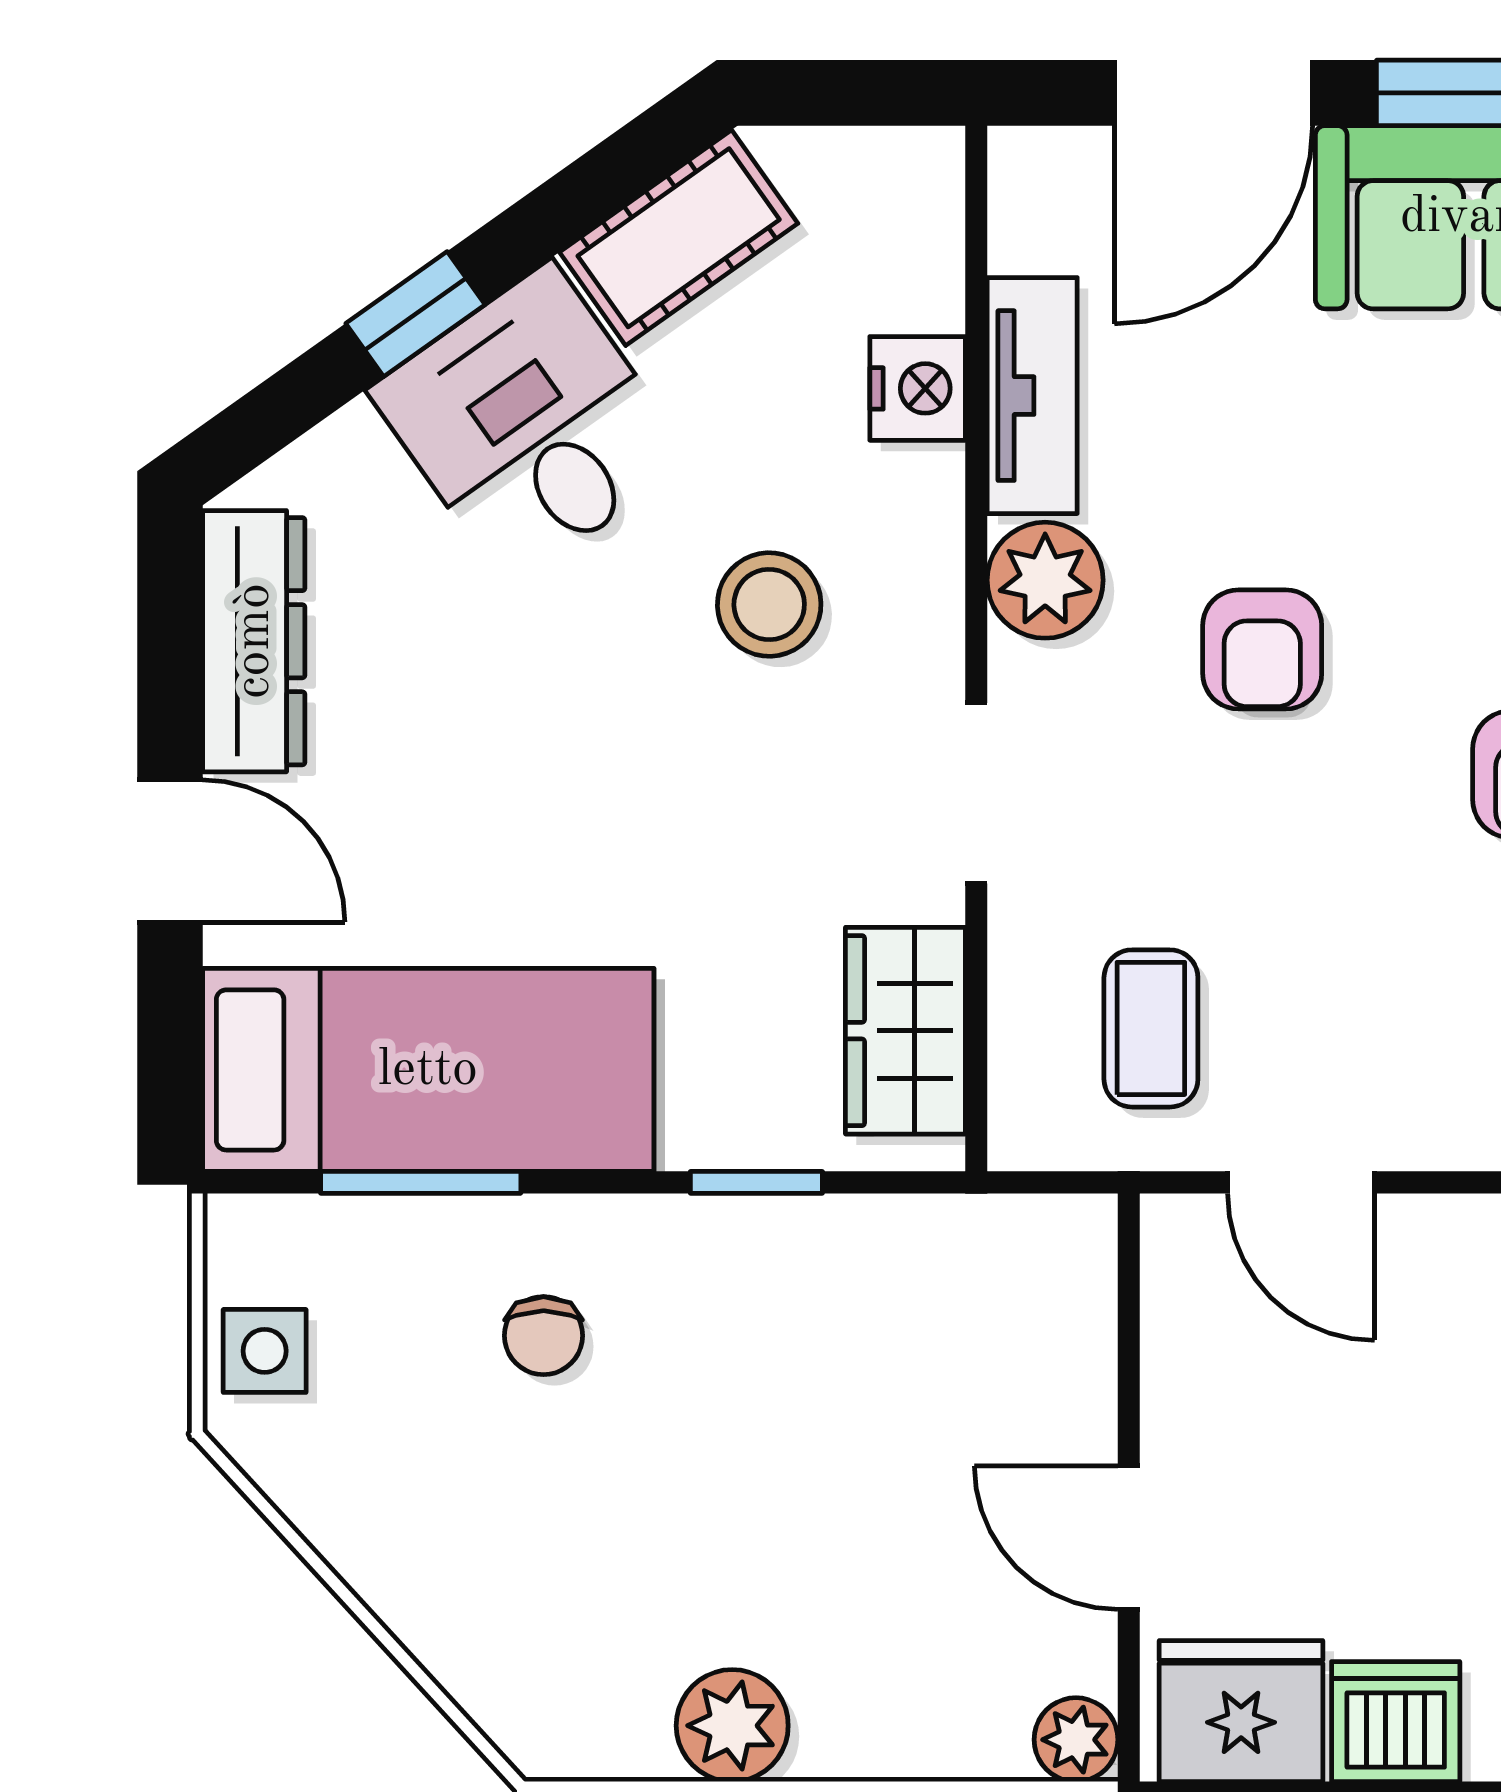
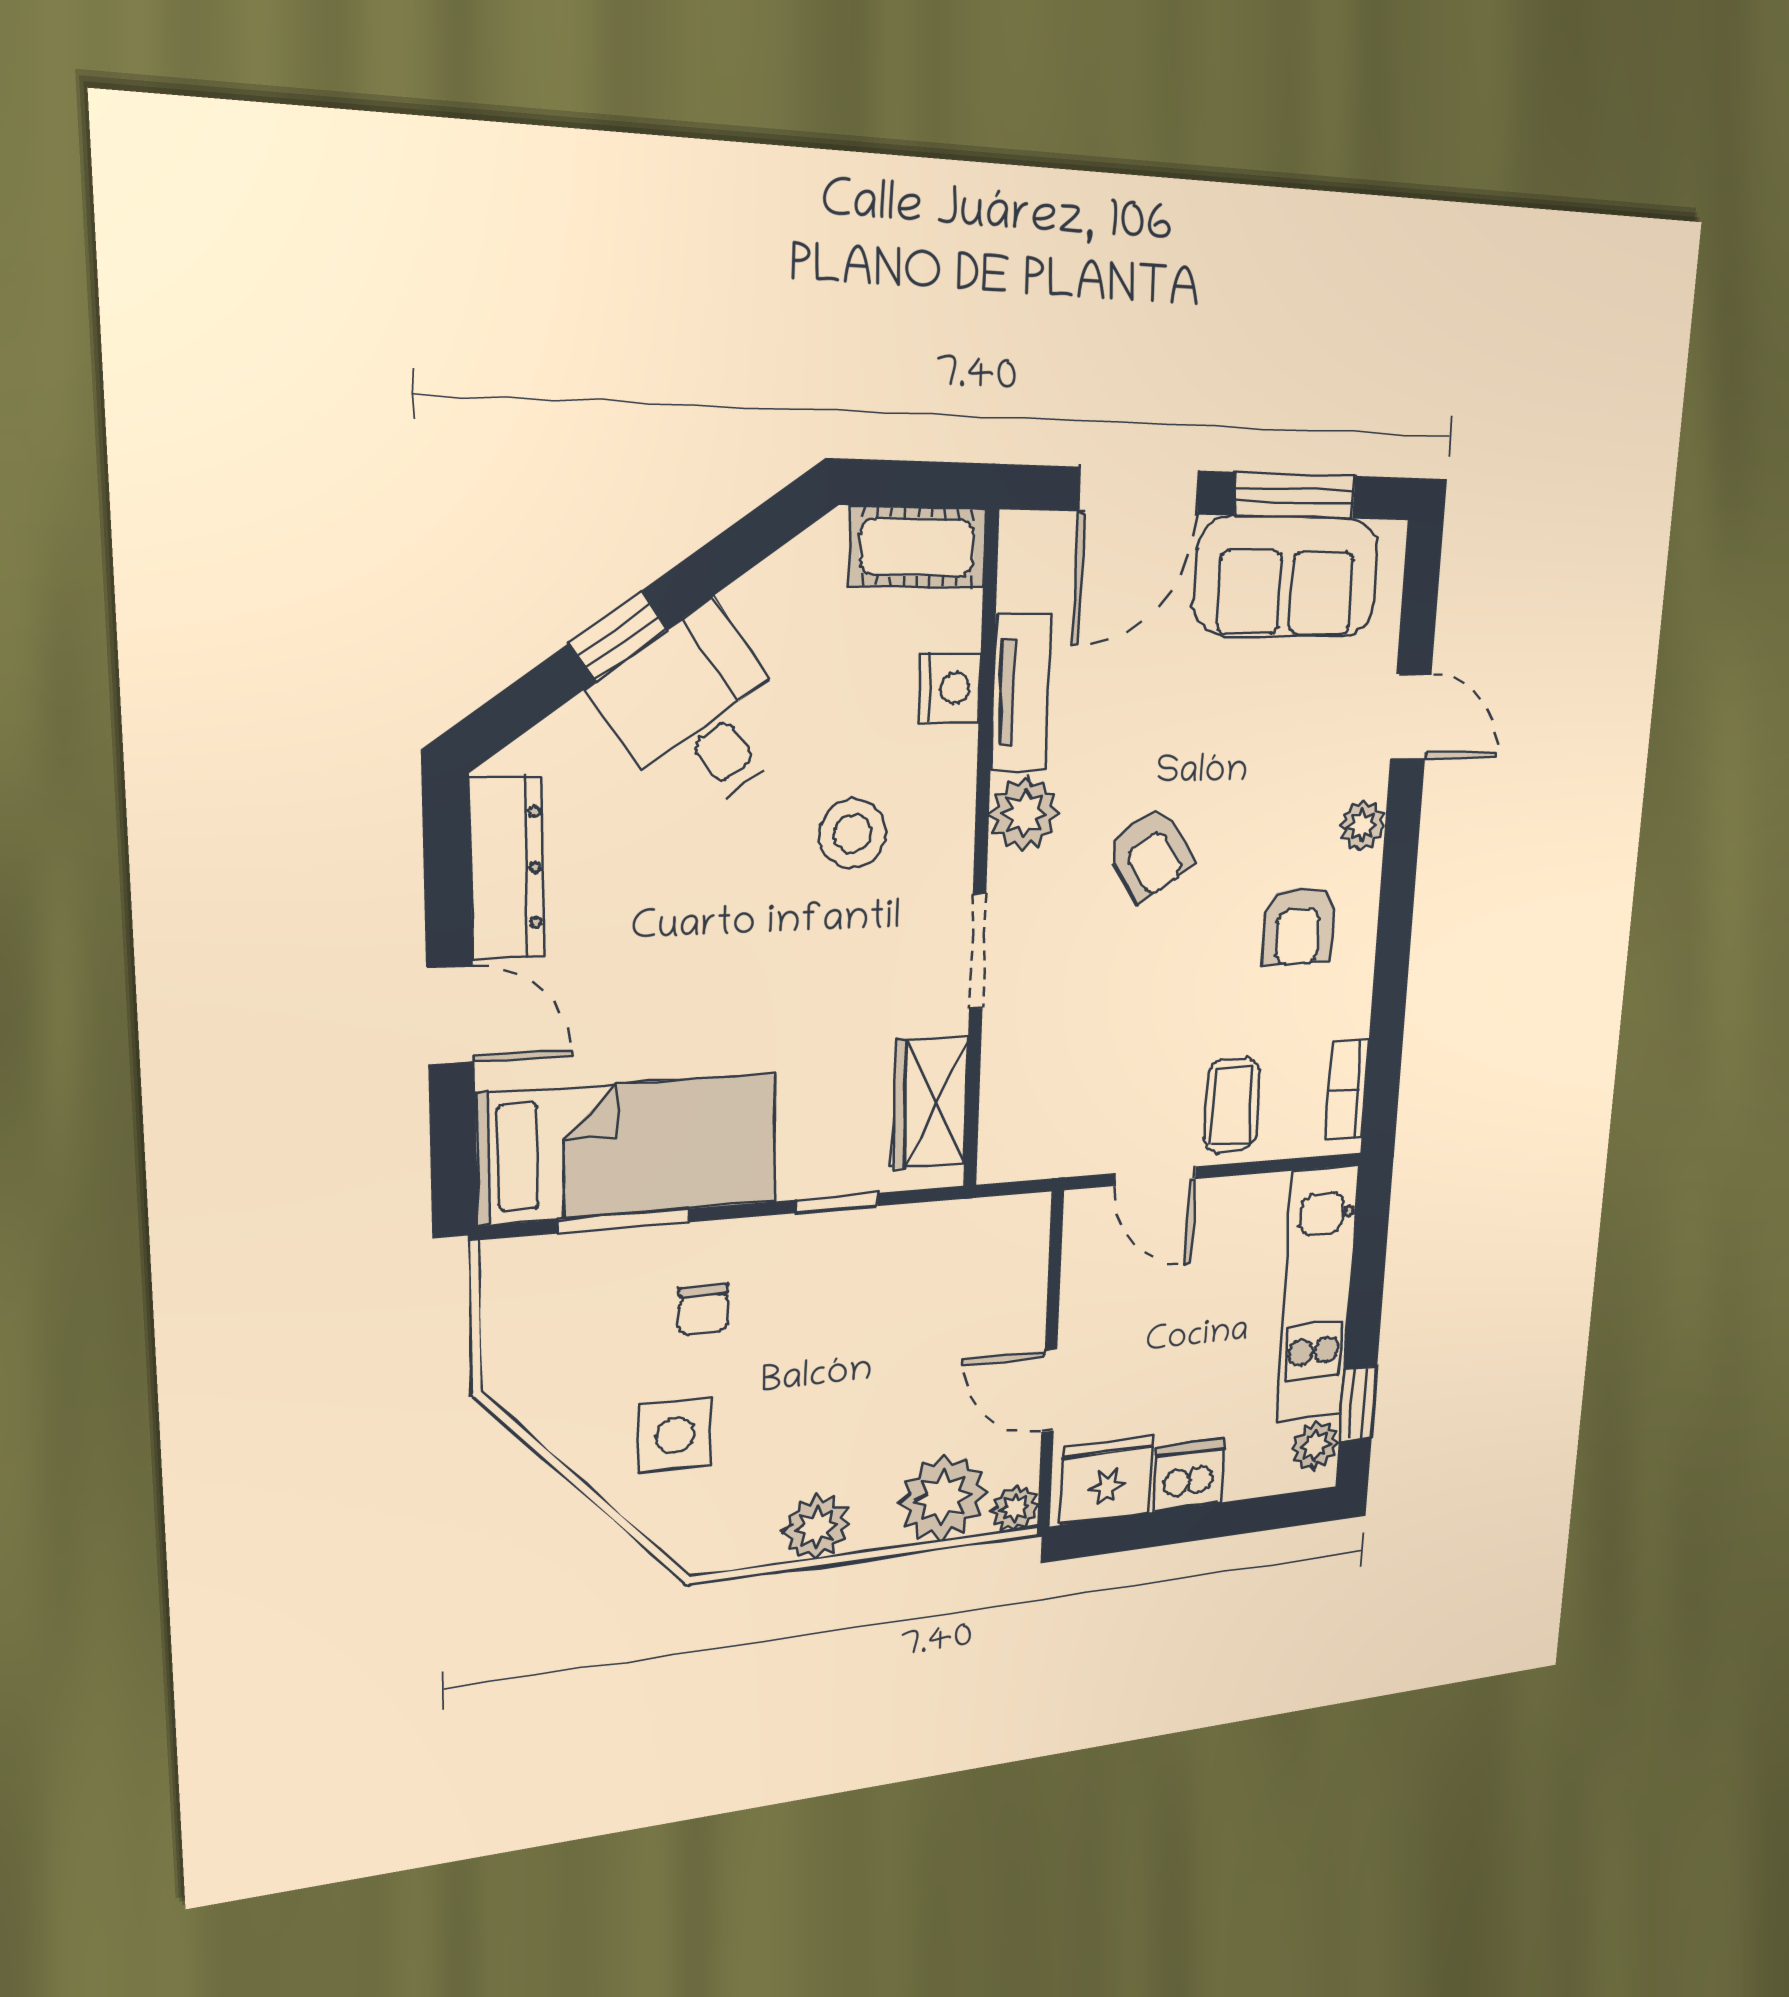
cot: (679, 238) -> (917, 547), moved, turned 35
armchair: (1262, 649) -> (1150, 854), turned -33
coffee table: (1151, 1028) -> (1232, 1105), moved
side table: (265, 1351) -> (675, 1435), moved, width x1.37, depth x1.37
plant: (948, 1704) -> (943, 1498), added

